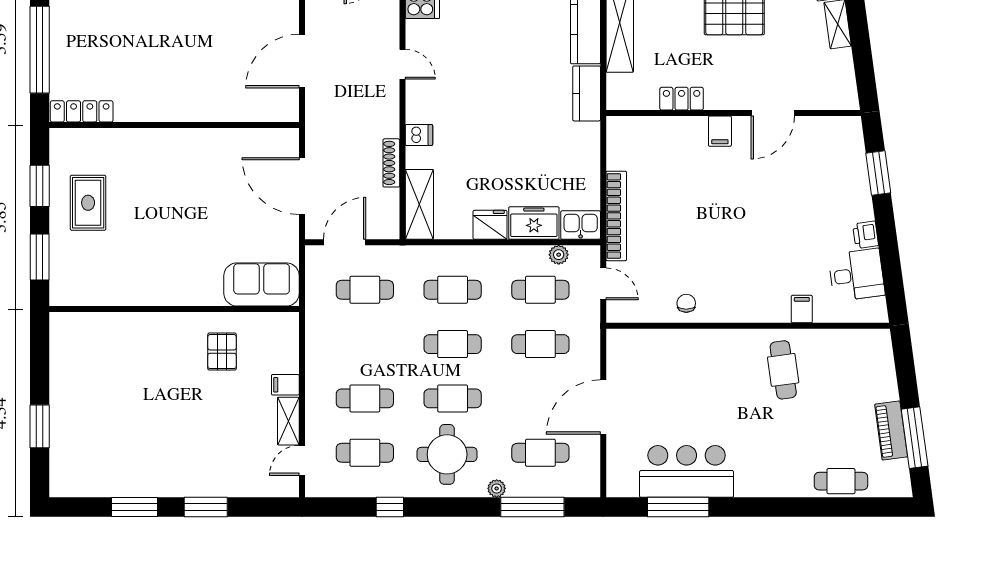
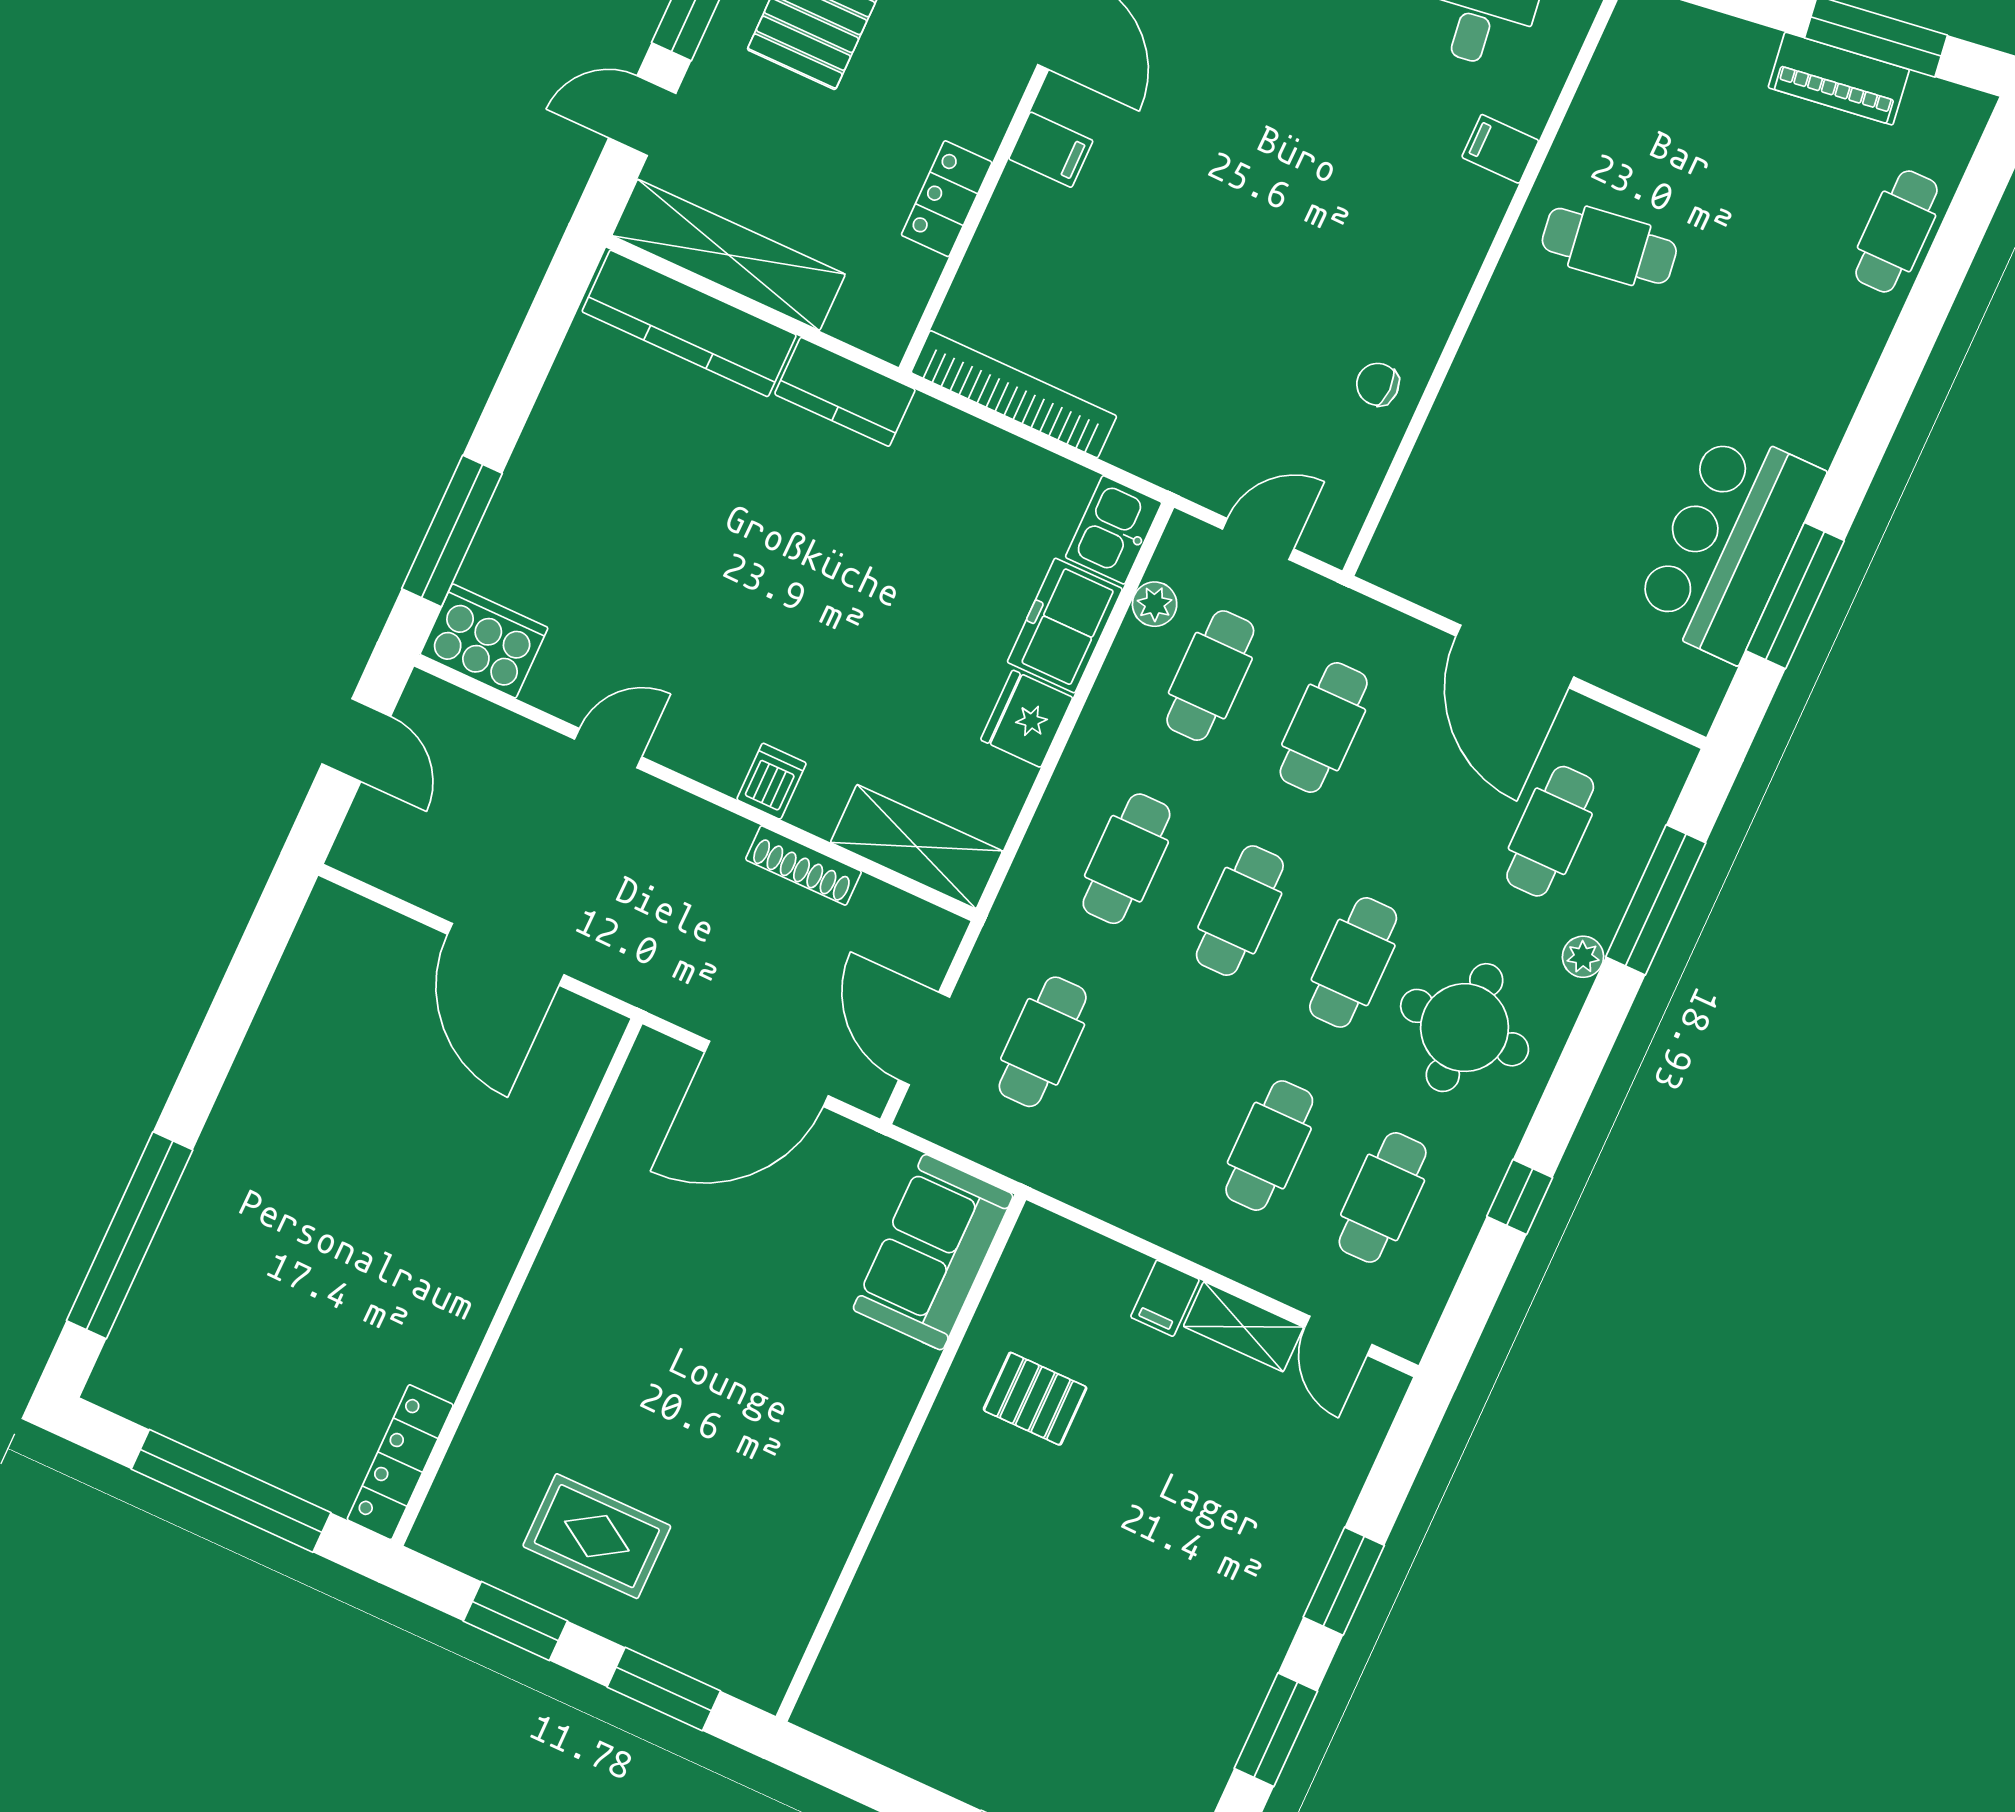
bookcase: (616, 216) -> (1014, 394), moved

